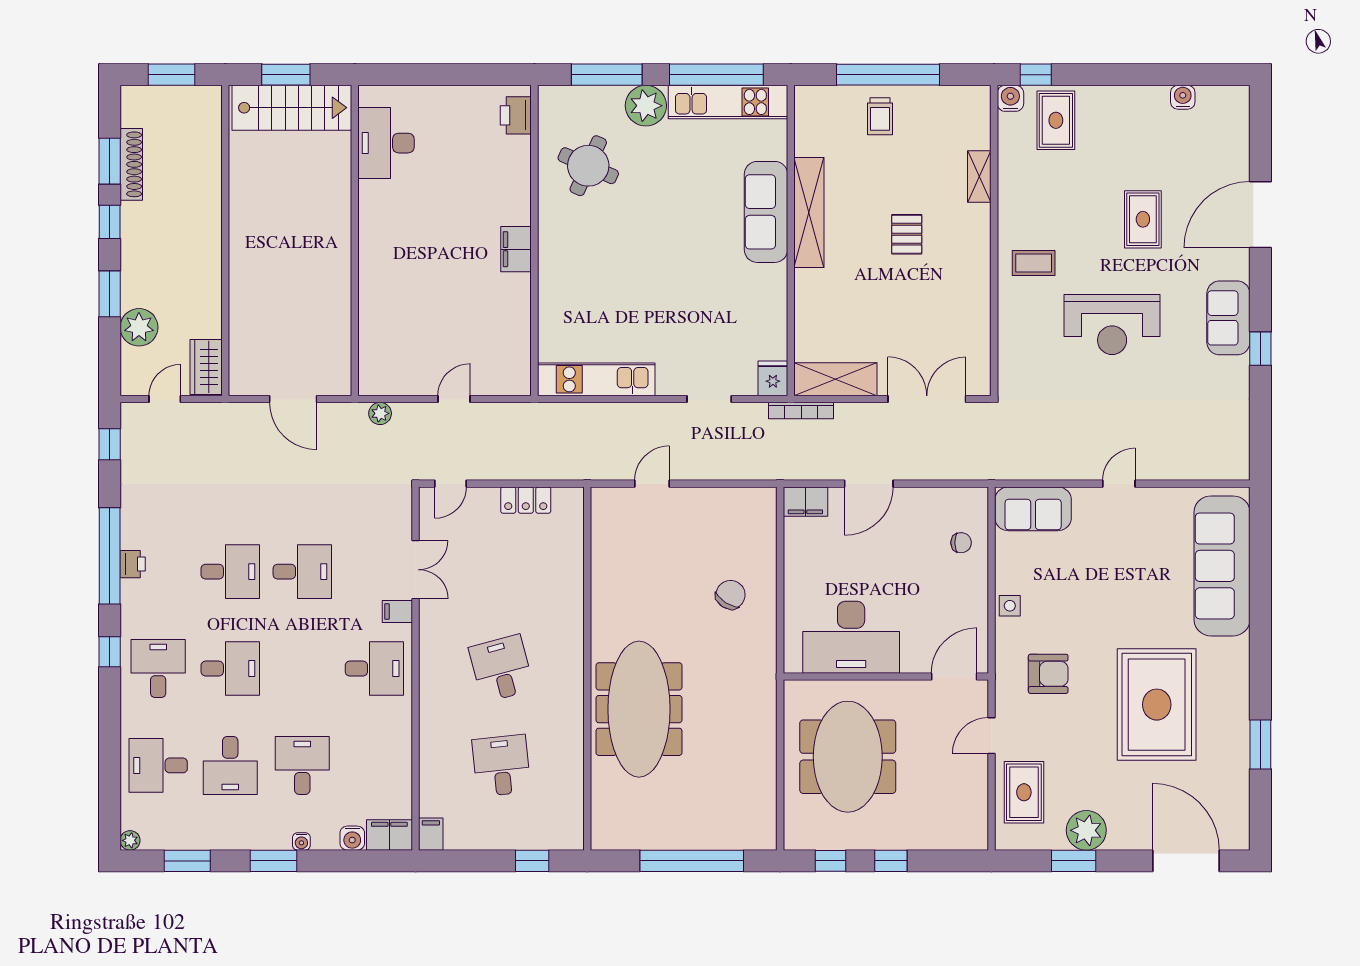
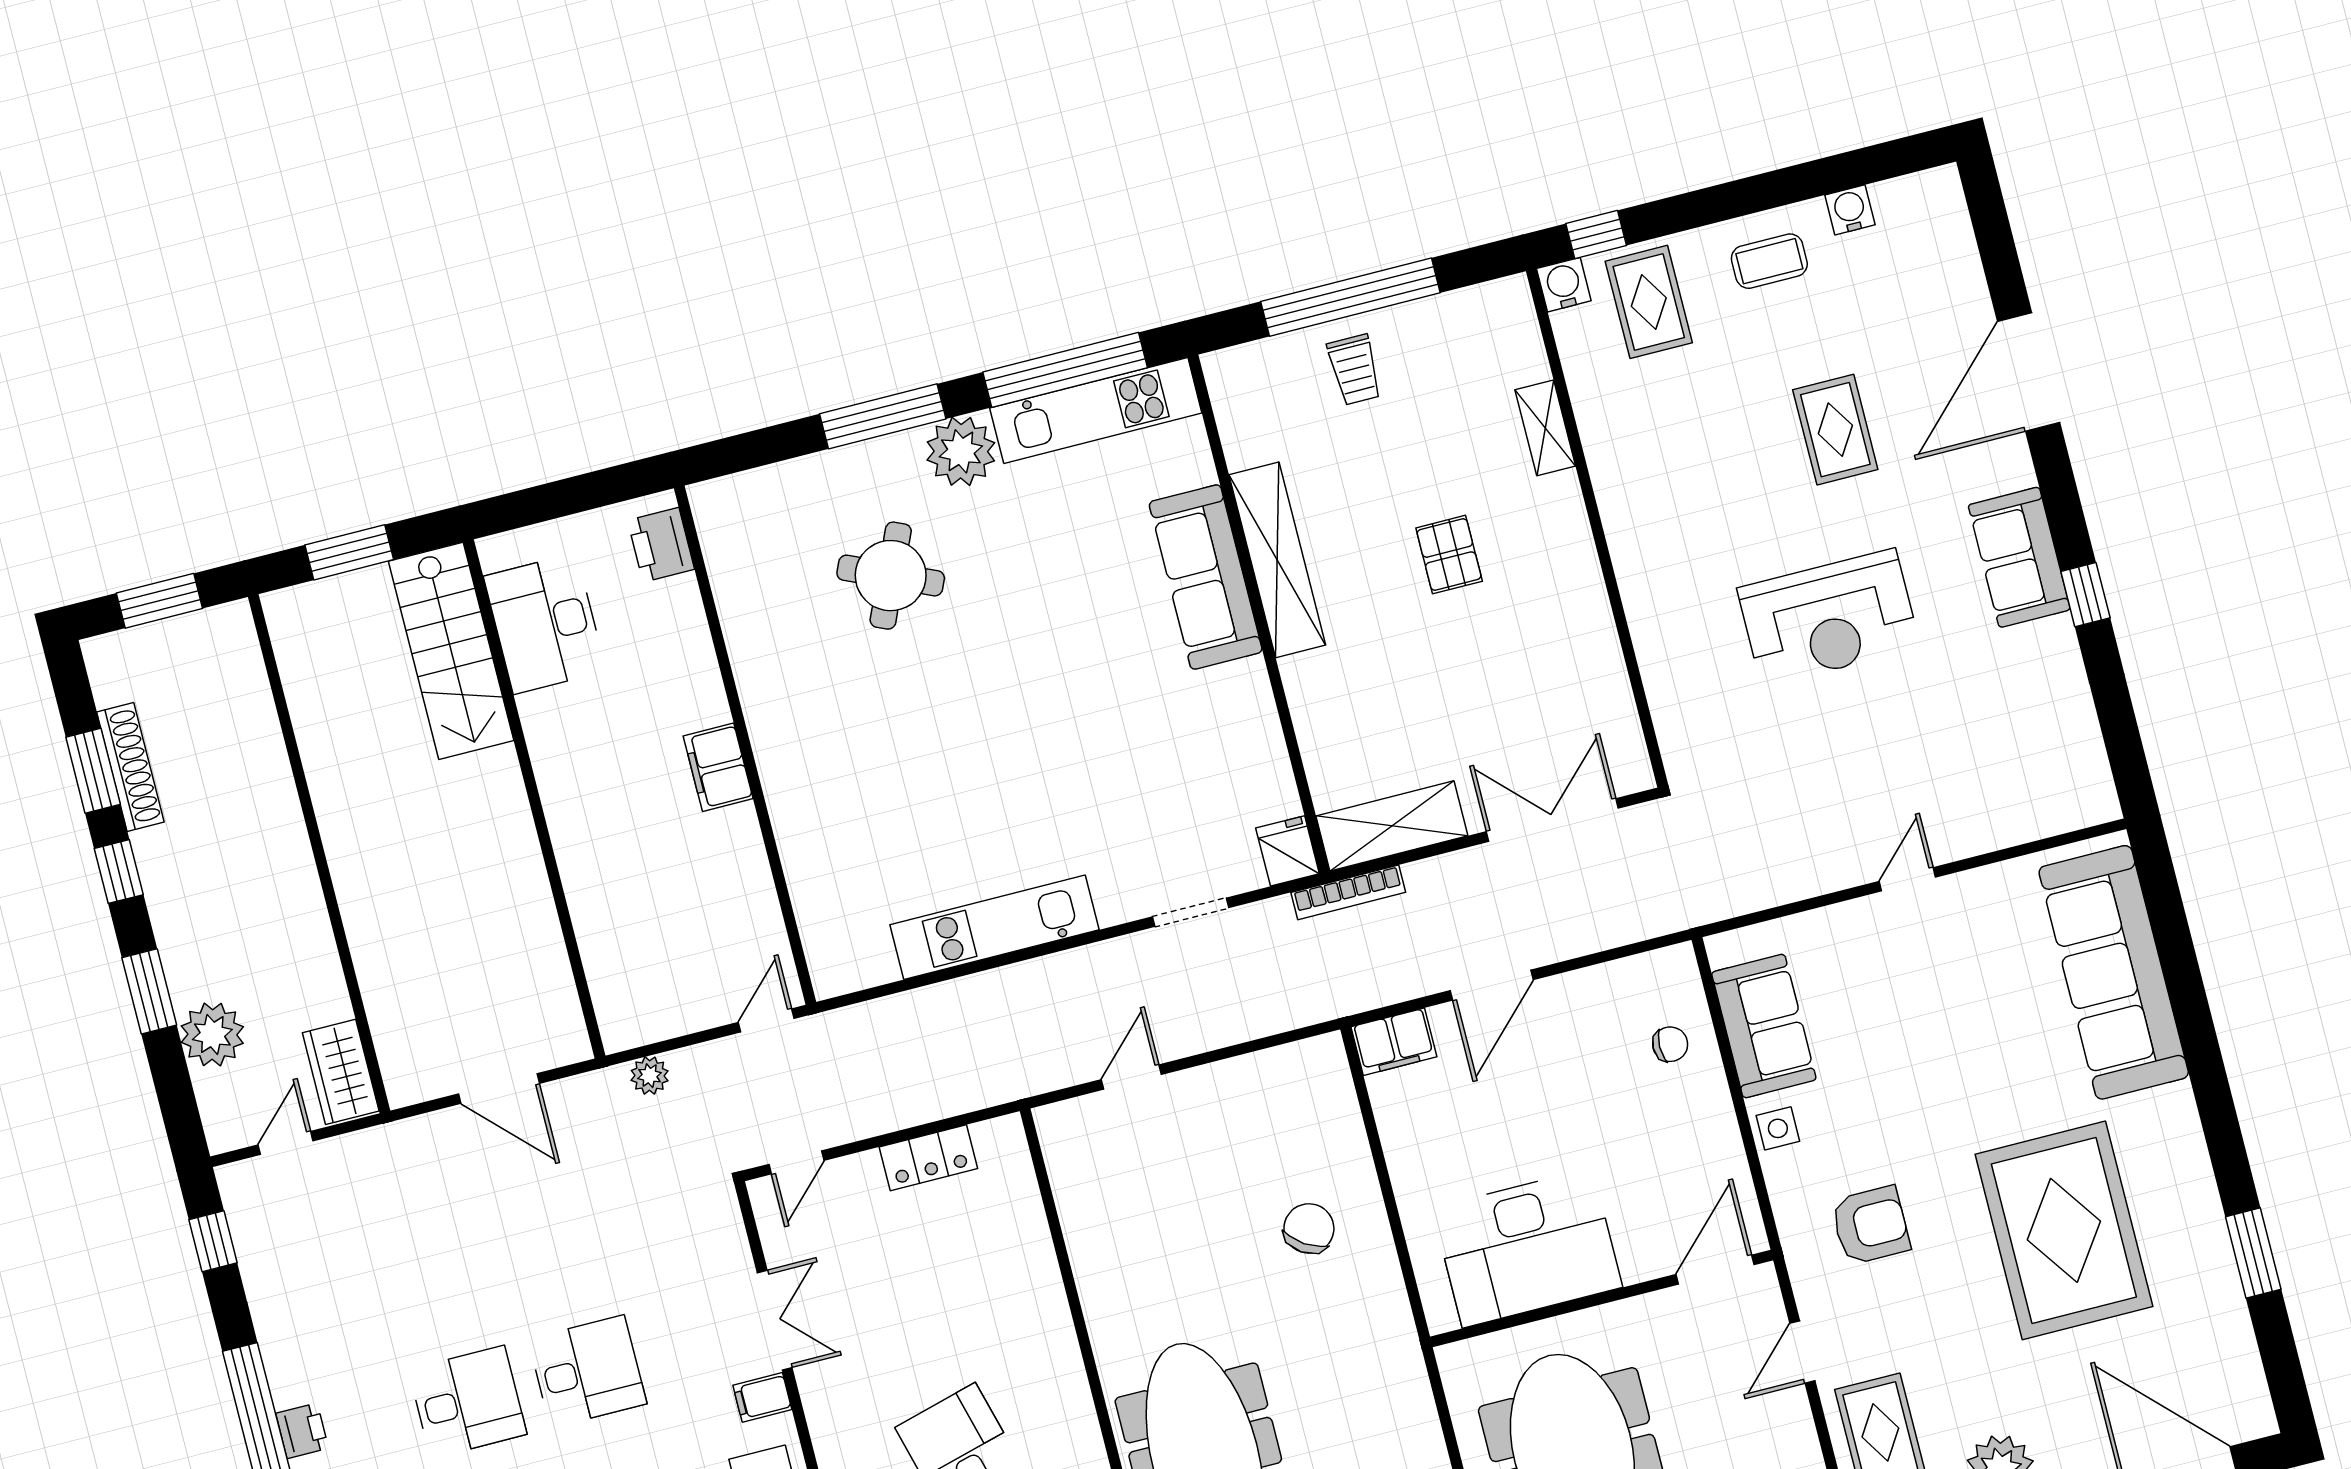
stairs: (292, 108) -> (451, 651), moved, turned 90
printer: (516, 115) -> (661, 545), moved
wall: (534, 241) -> (745, 745), moved
filing cabinet: (516, 249) -> (718, 767), moved
coffee table: (1034, 263) -> (1769, 261), moved
sofa: (1033, 509) -> (1764, 1026), moved, turned -90

